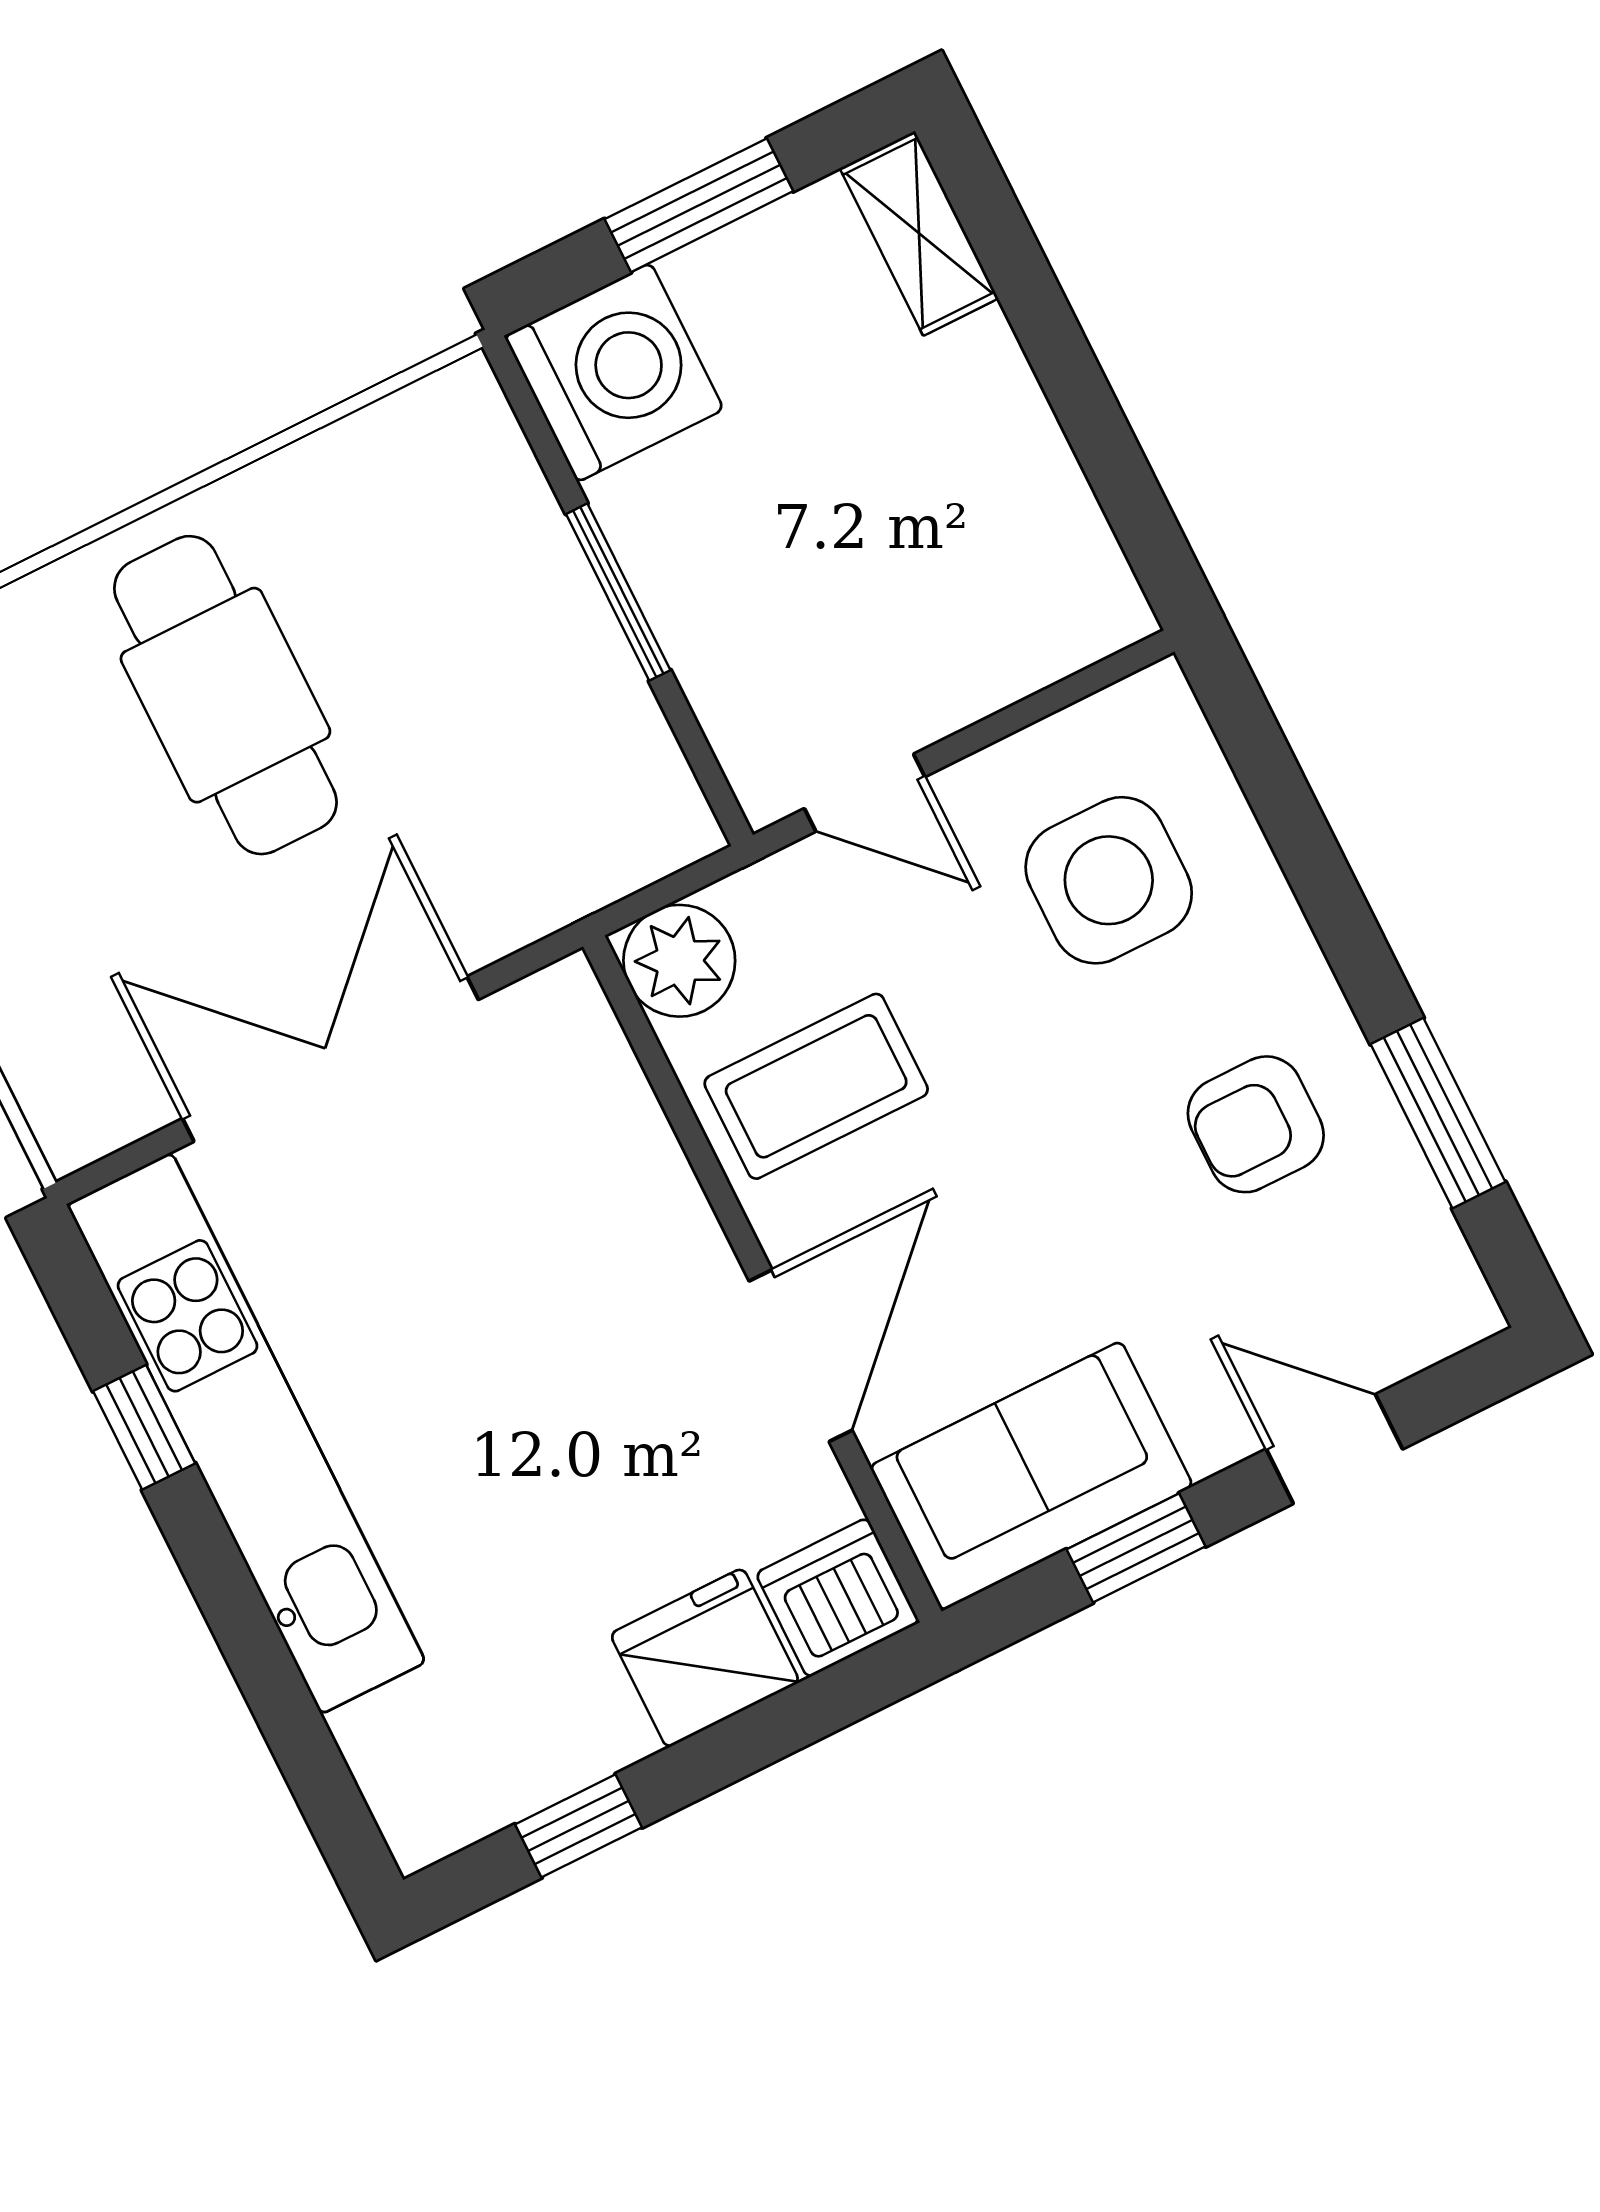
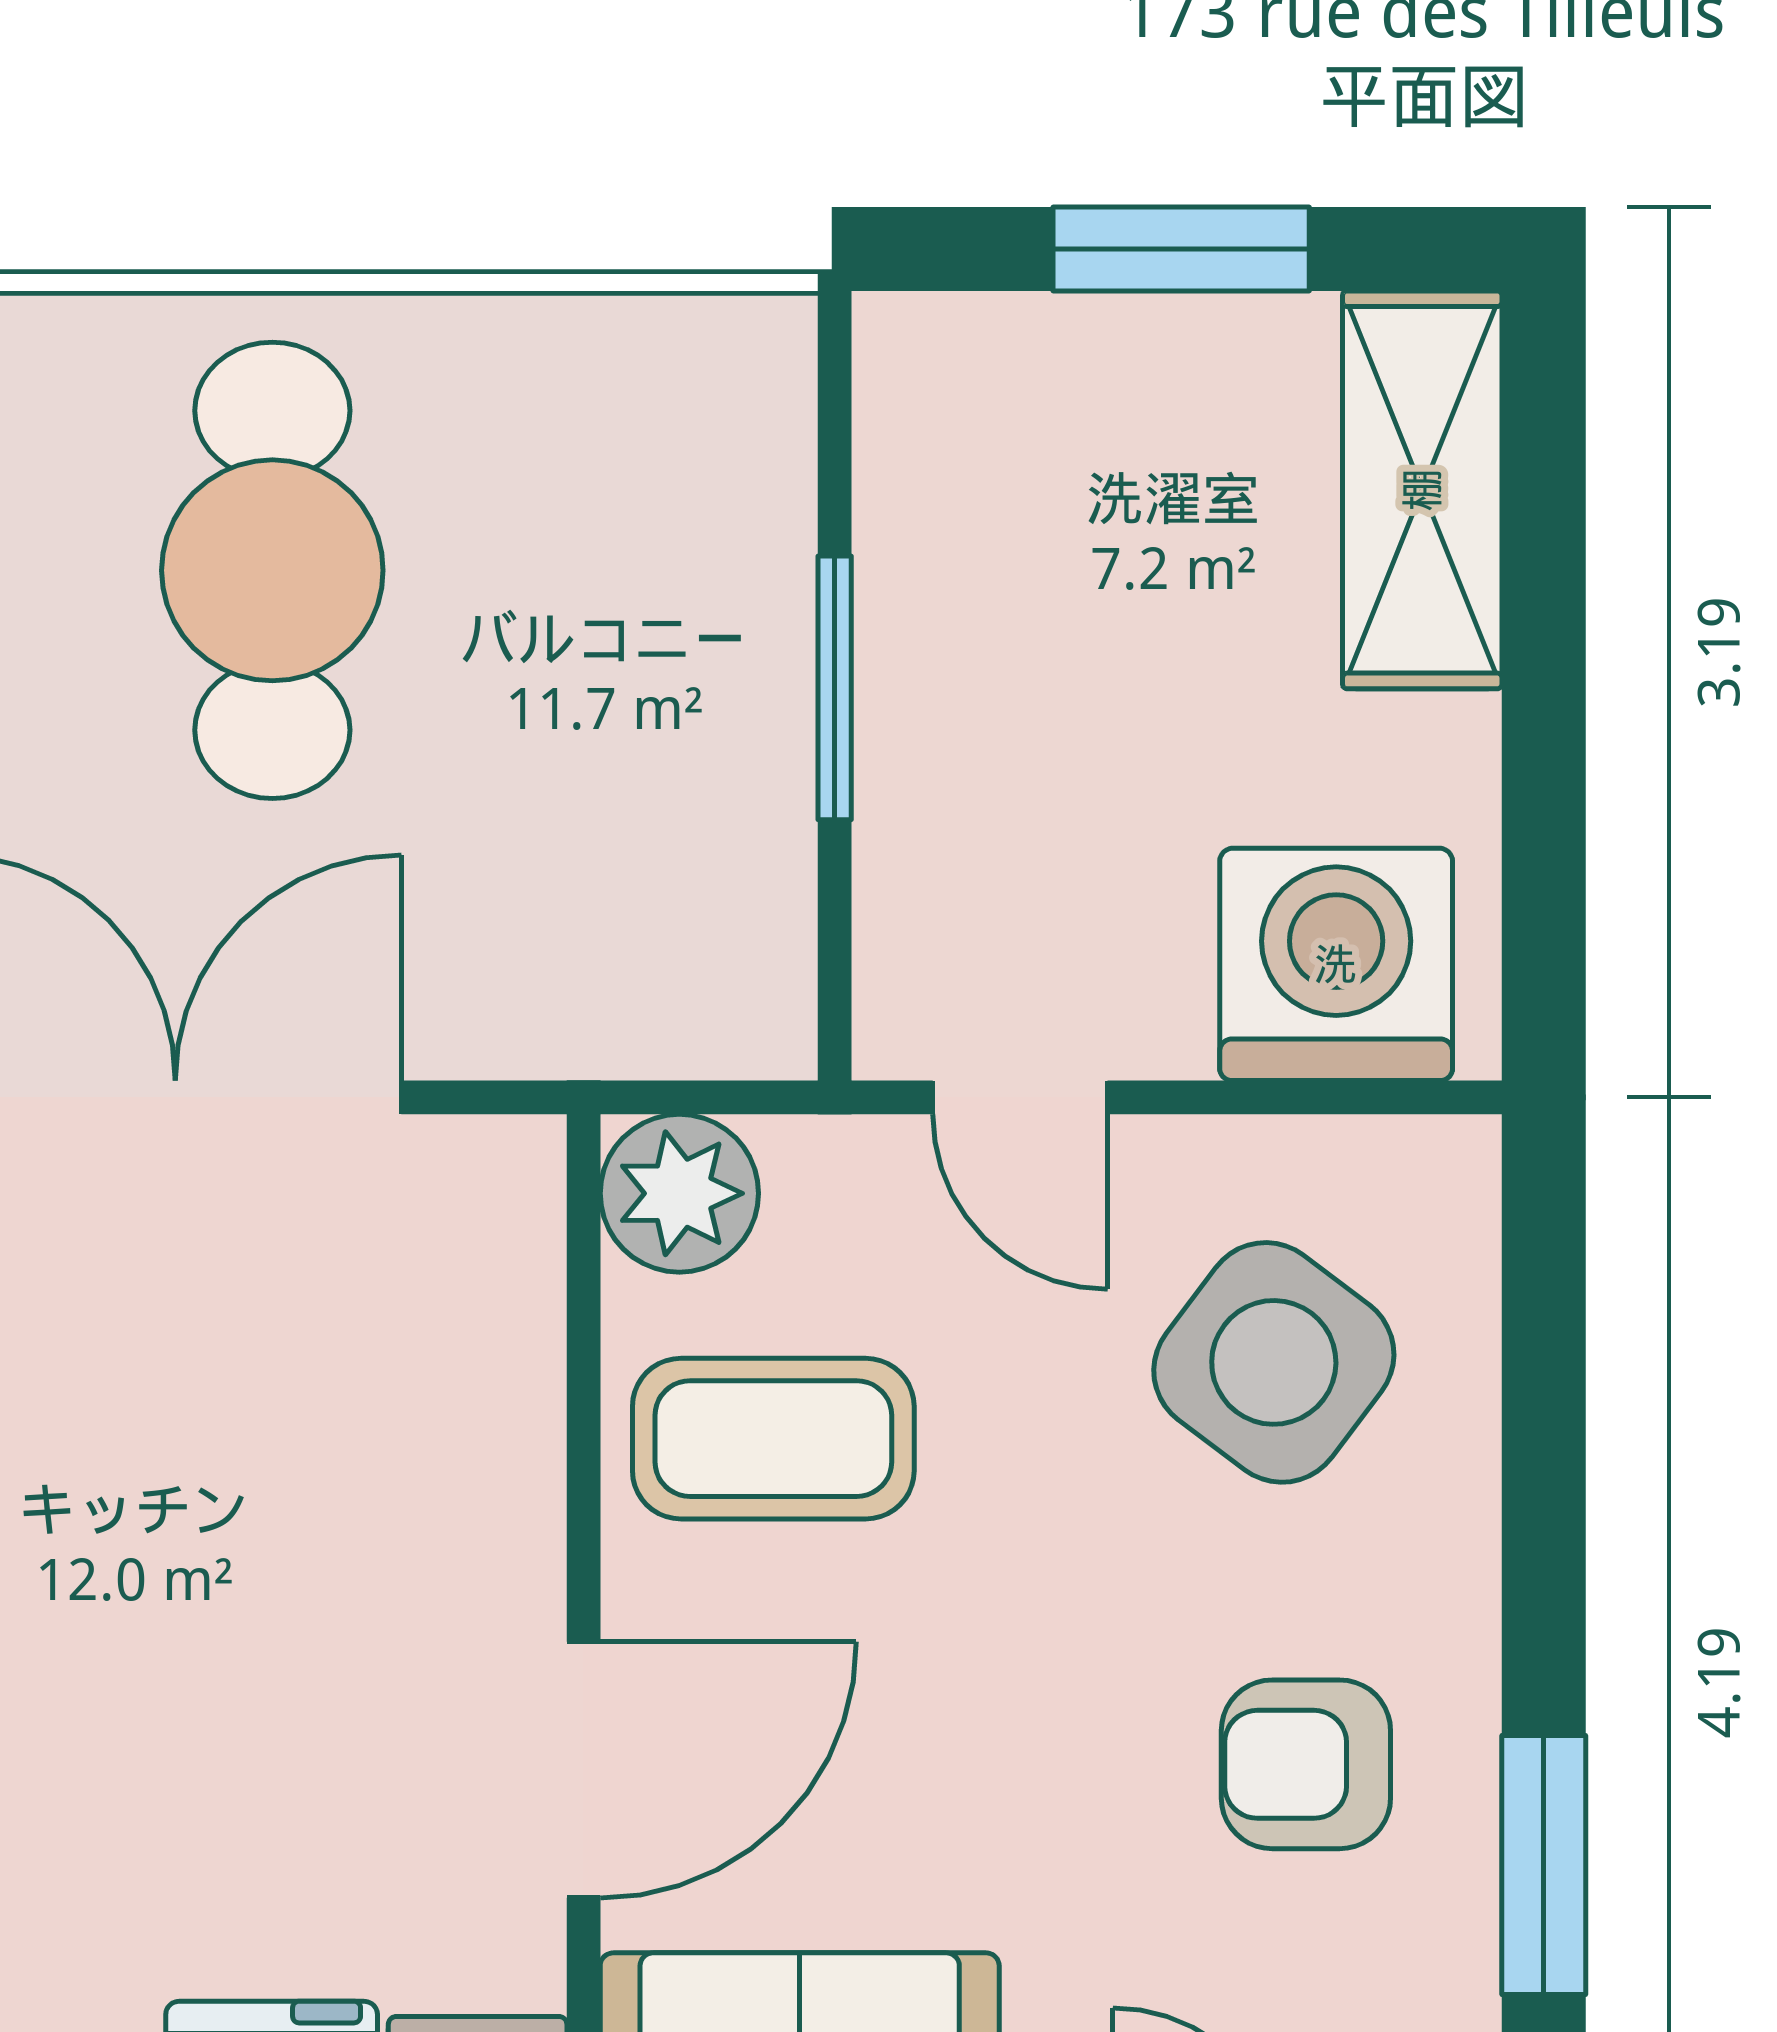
shelving: (919, 233) -> (1422, 490), width x1.50, depth x1.33
washing machine: (614, 373) -> (1336, 964), moved, turned -90
side table: (1109, 880) -> (1274, 1362), turned 37

